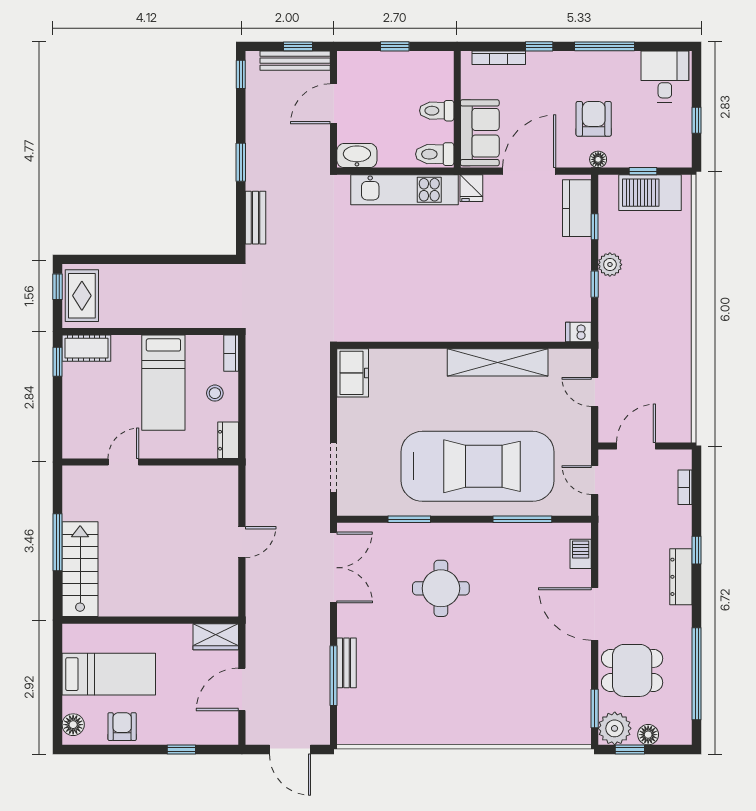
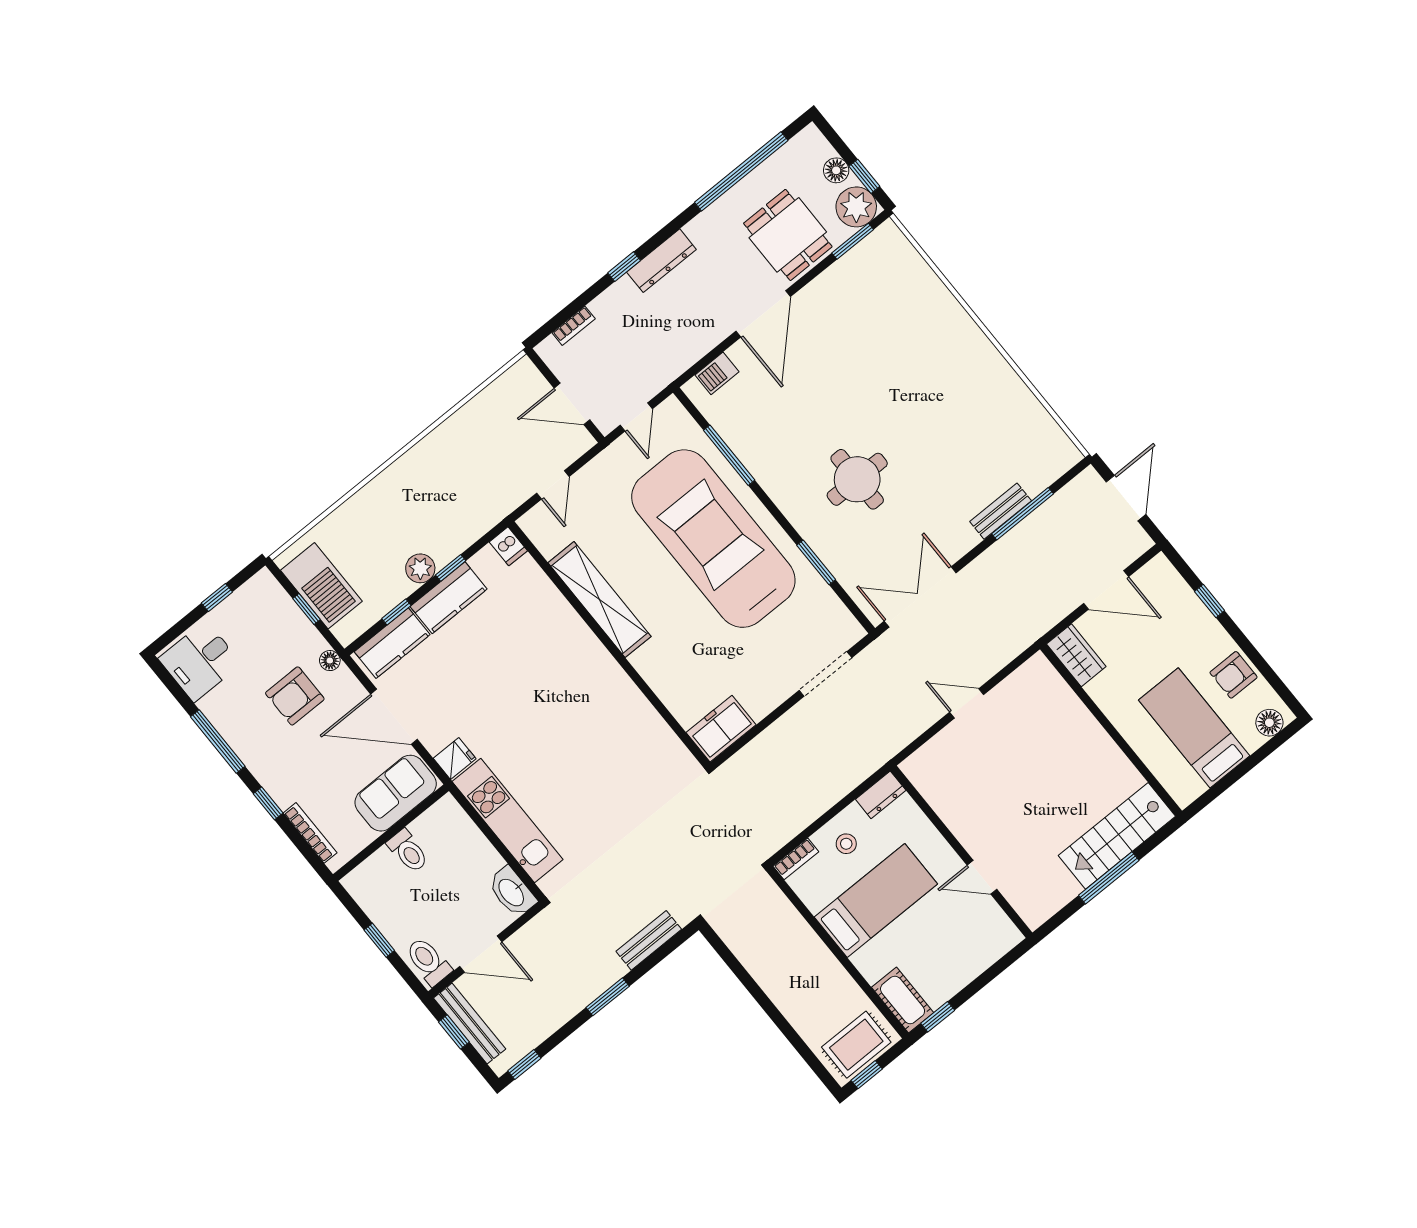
toilet: (435, 154) -> (428, 961), moved, turned 180
kitchen counter: (577, 267) -> (449, 598), added

